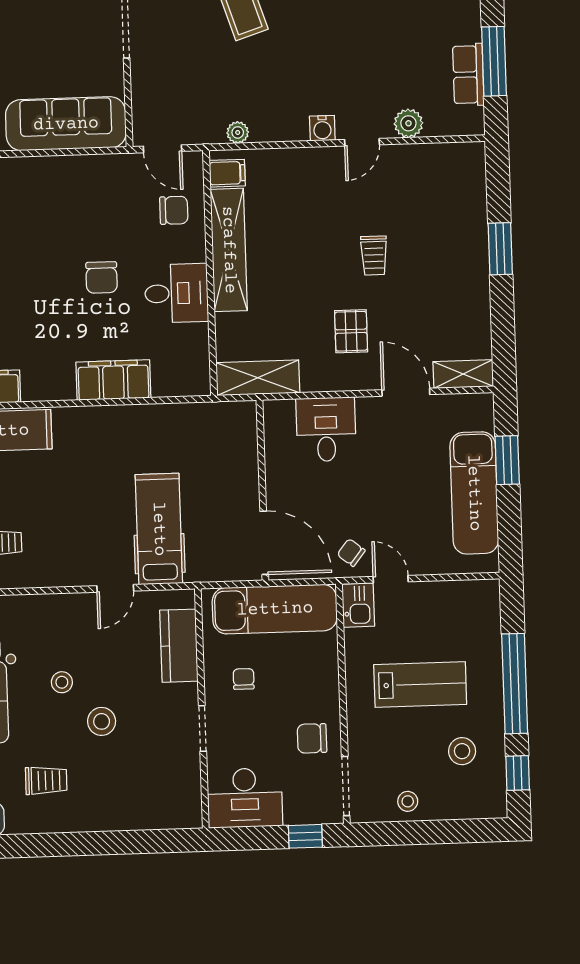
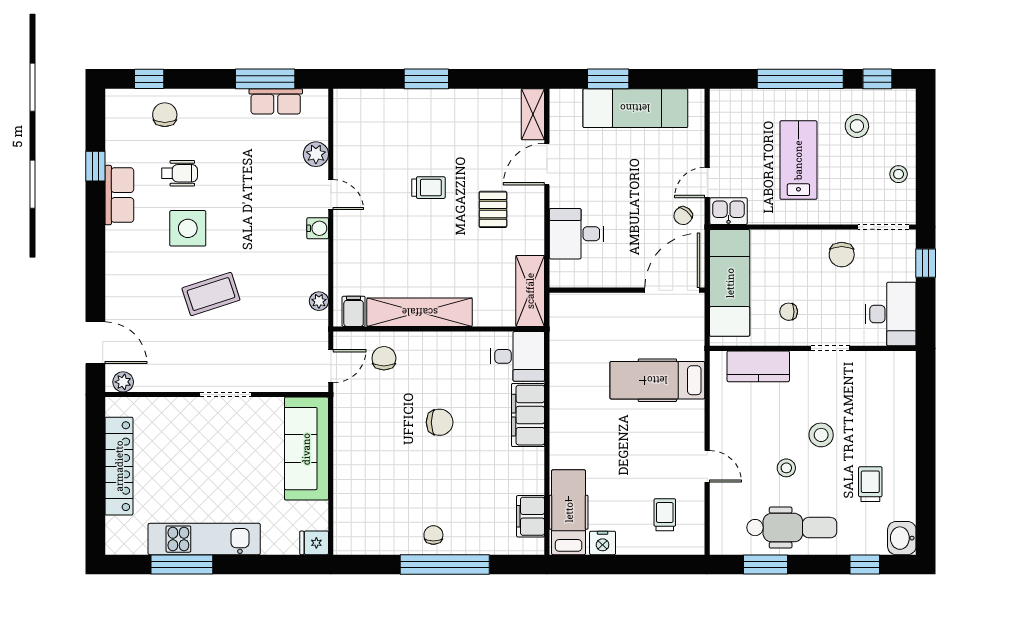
desk: (176, 293) -> (518, 356), moved, turned 90
pallet: (351, 331) -> (493, 209), turned 90
door: (115, 588) -> (707, 466), moved

